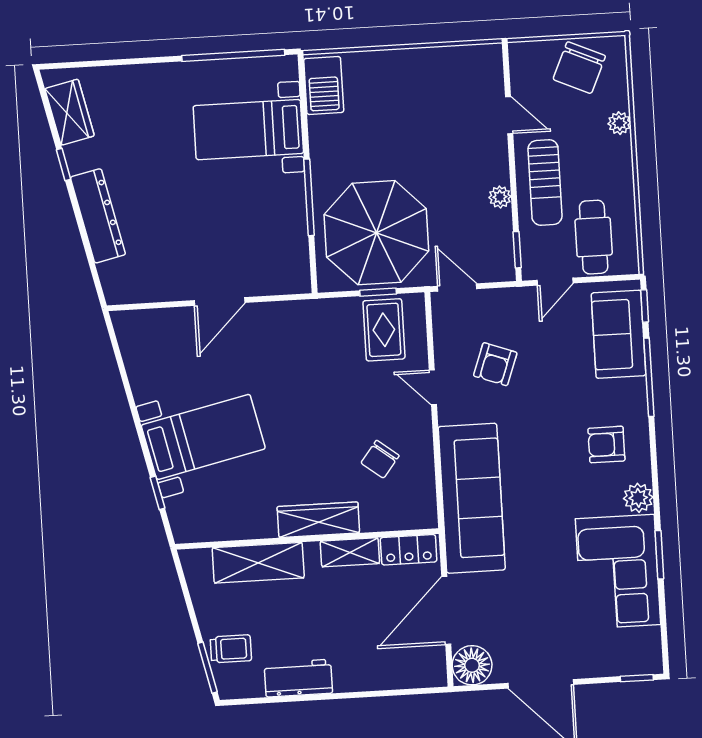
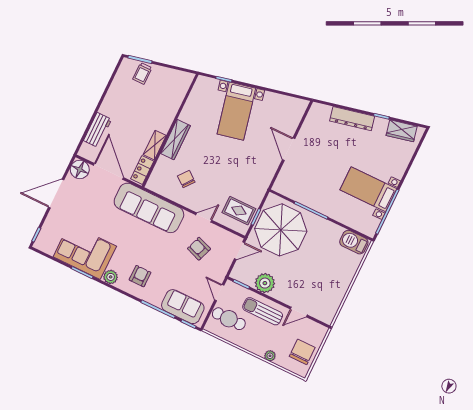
chair: (579, 68) -> (302, 352), turned 66
bed with nightstands: (248, 130) -> (368, 189), moved, turned -90
plant: (500, 197) -> (265, 283), width x1.87, depth x1.87
shelving: (258, 563) -> (172, 105), removed
workbench: (298, 678) -> (98, 130), moved

